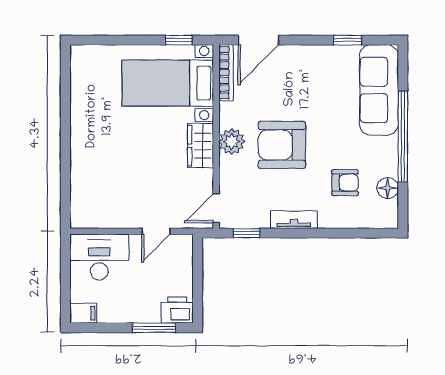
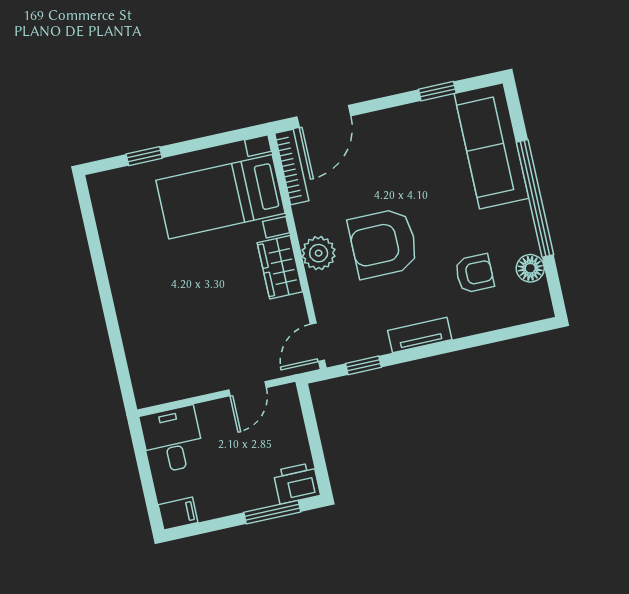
window: (179, 40) -> (144, 156), moved
desk: (99, 257) -> (172, 440), width x0.73

